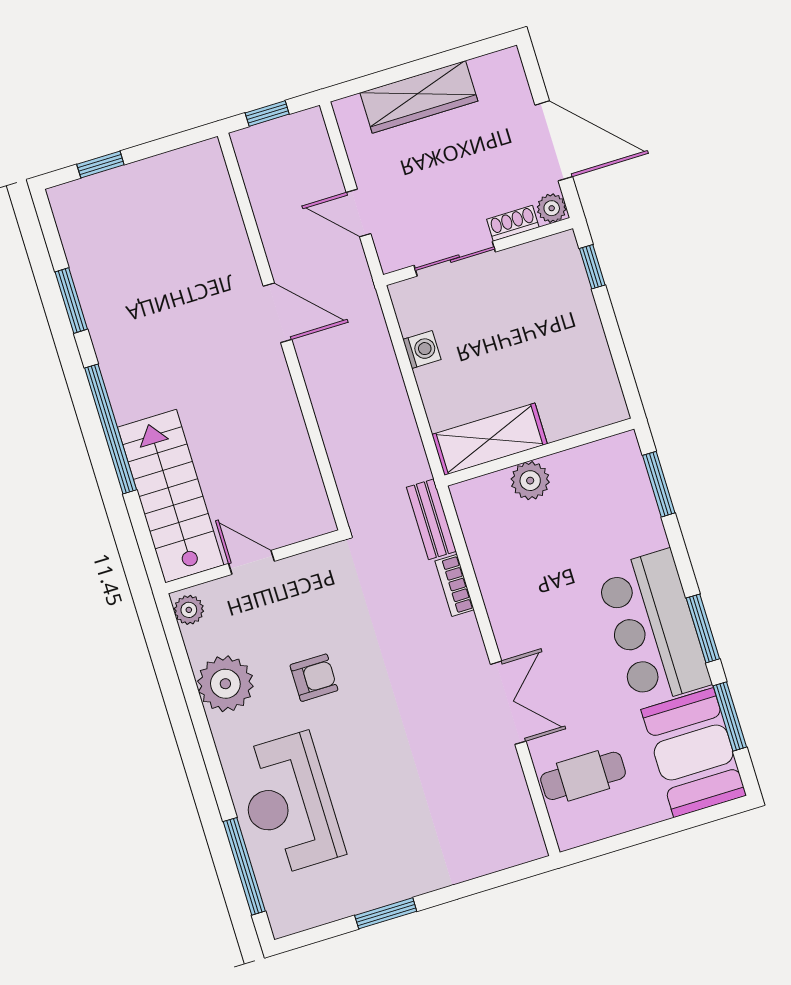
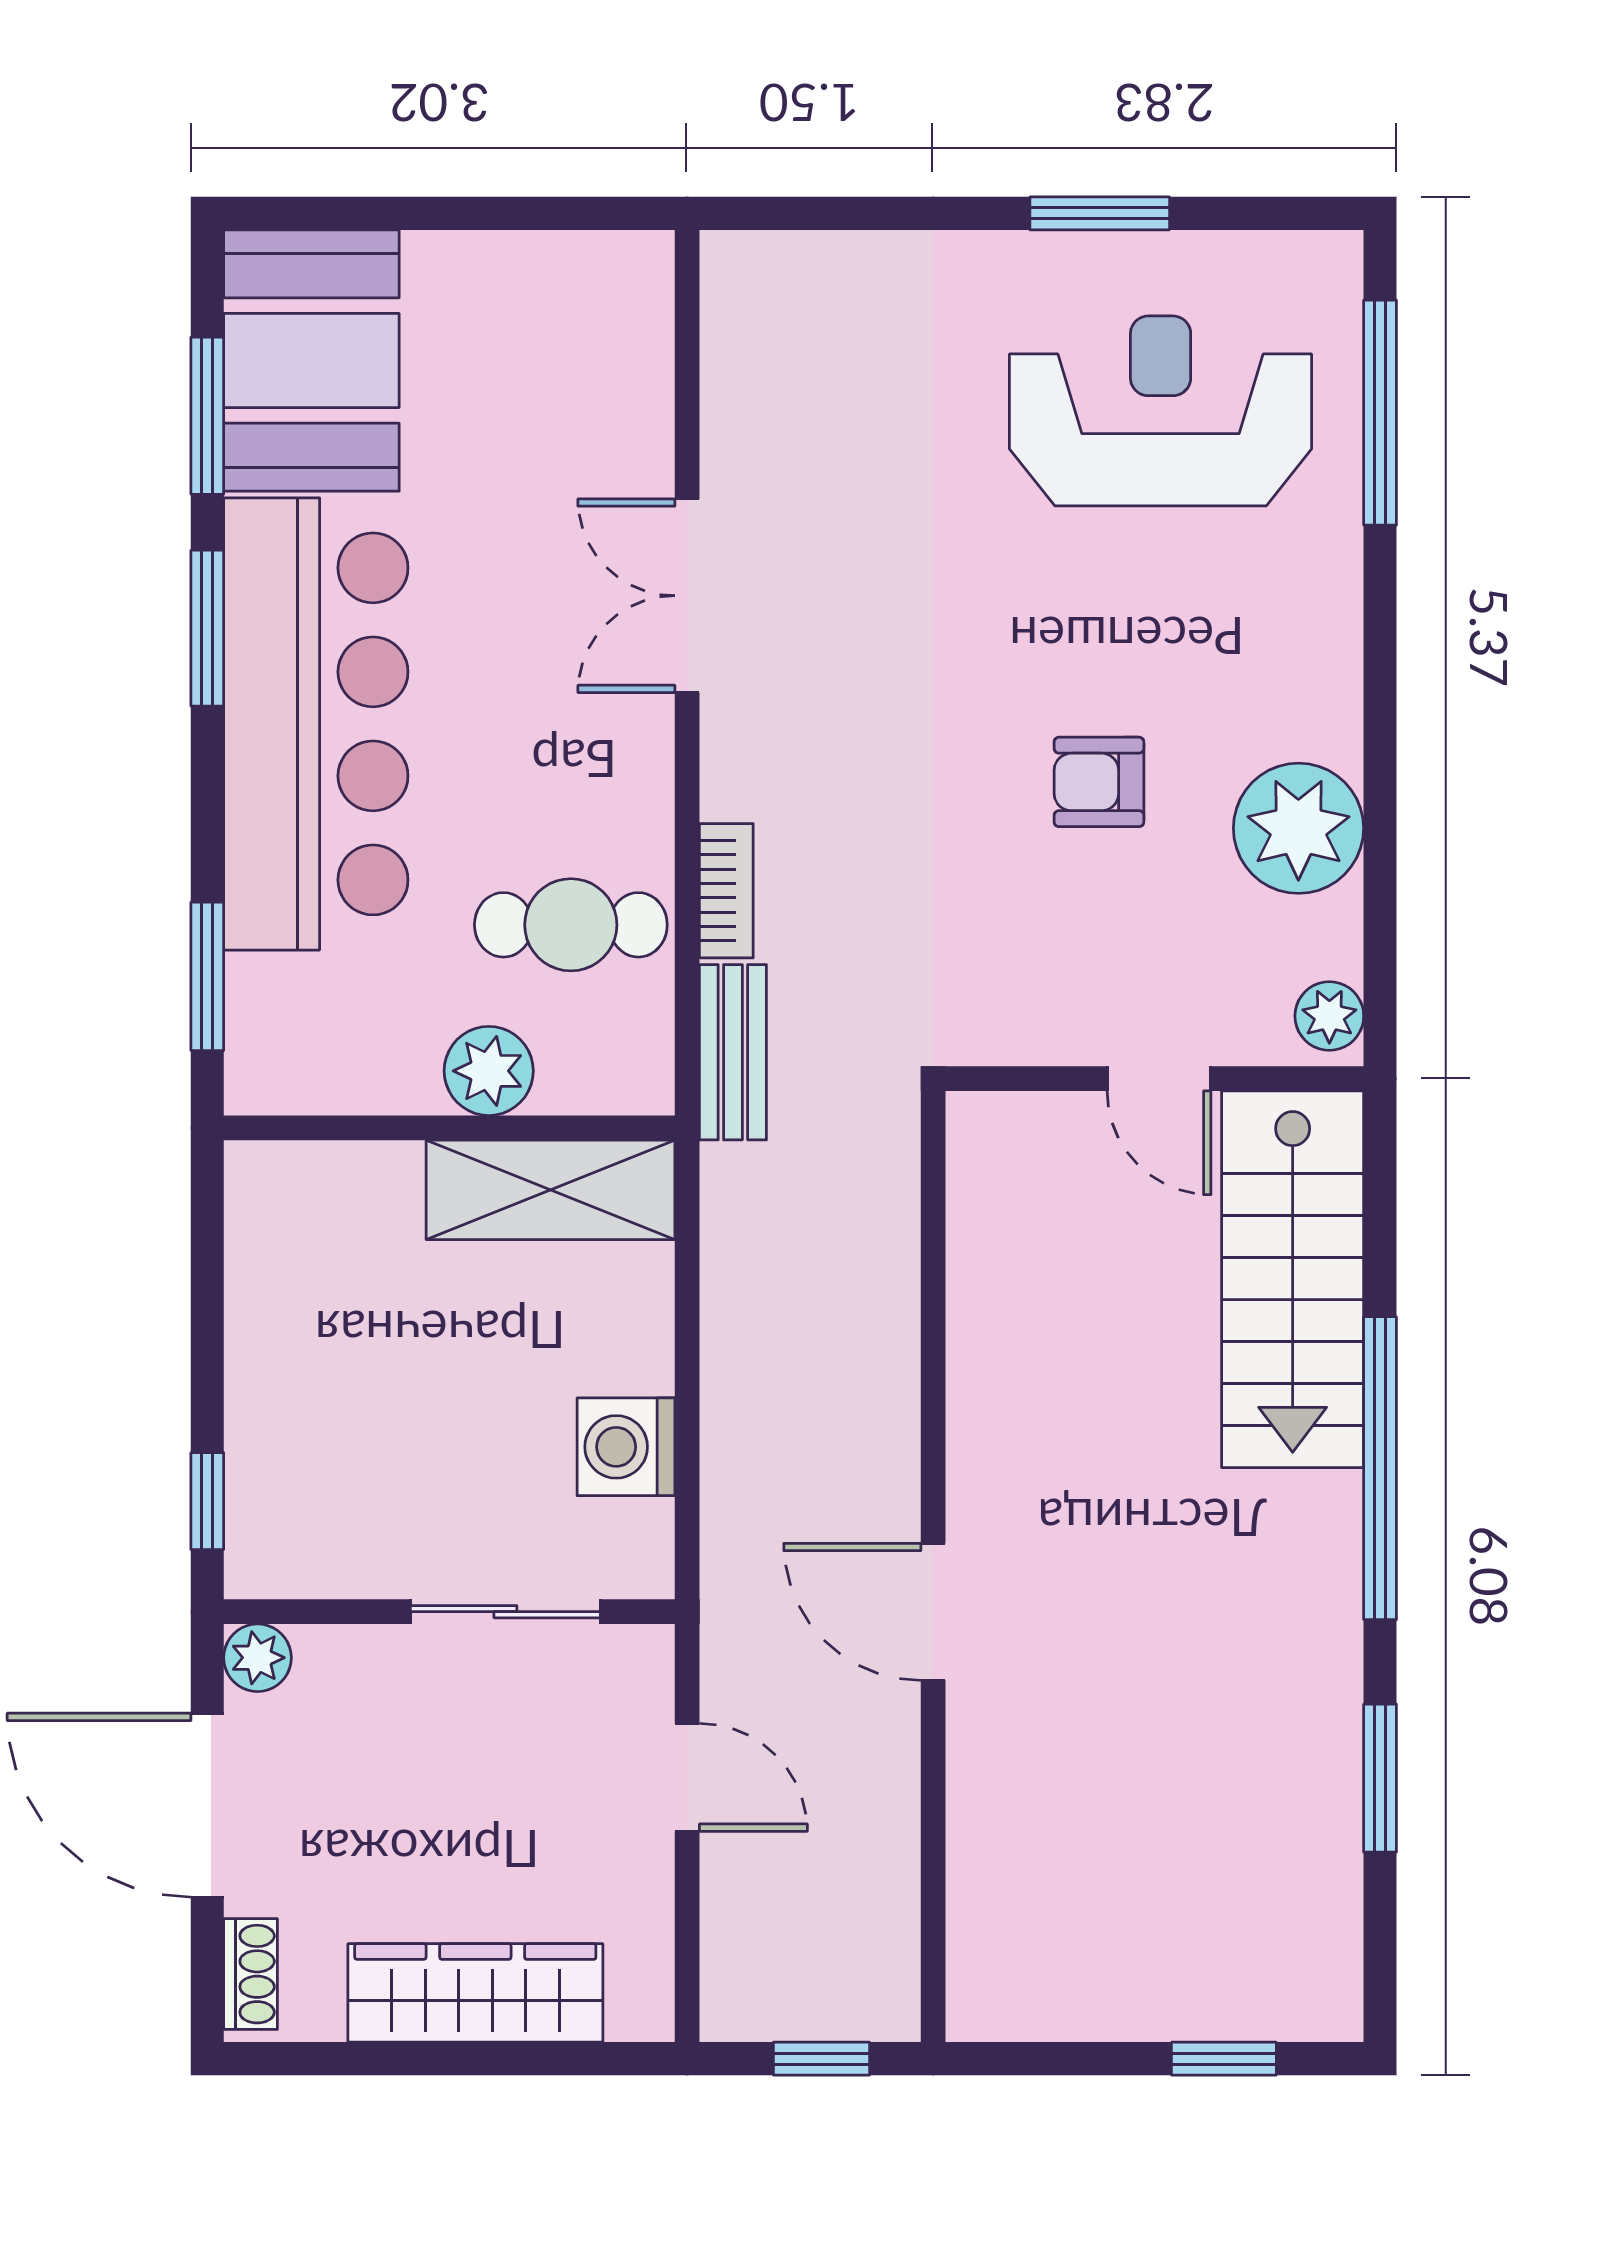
shoe rack: (513, 223) -> (251, 1974), moved, turned -90
washing machine: (422, 349) -> (626, 1447), width x1.38, depth x1.38
bar counter: (653, 627) -> (316, 724), width x1.36
cafe table: (583, 776) -> (571, 925), moved
reception desk: (289, 804) -> (1161, 411), moved, turned -90

